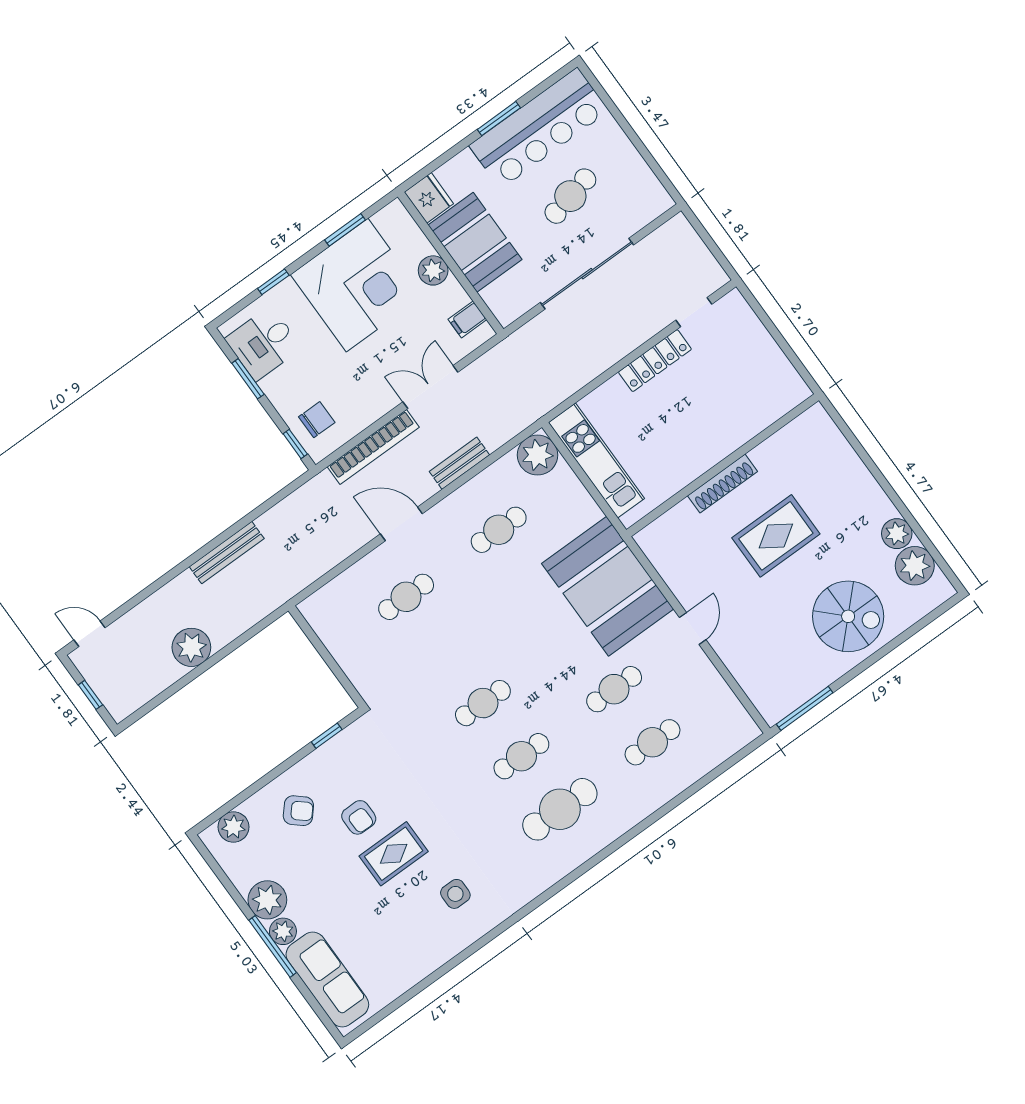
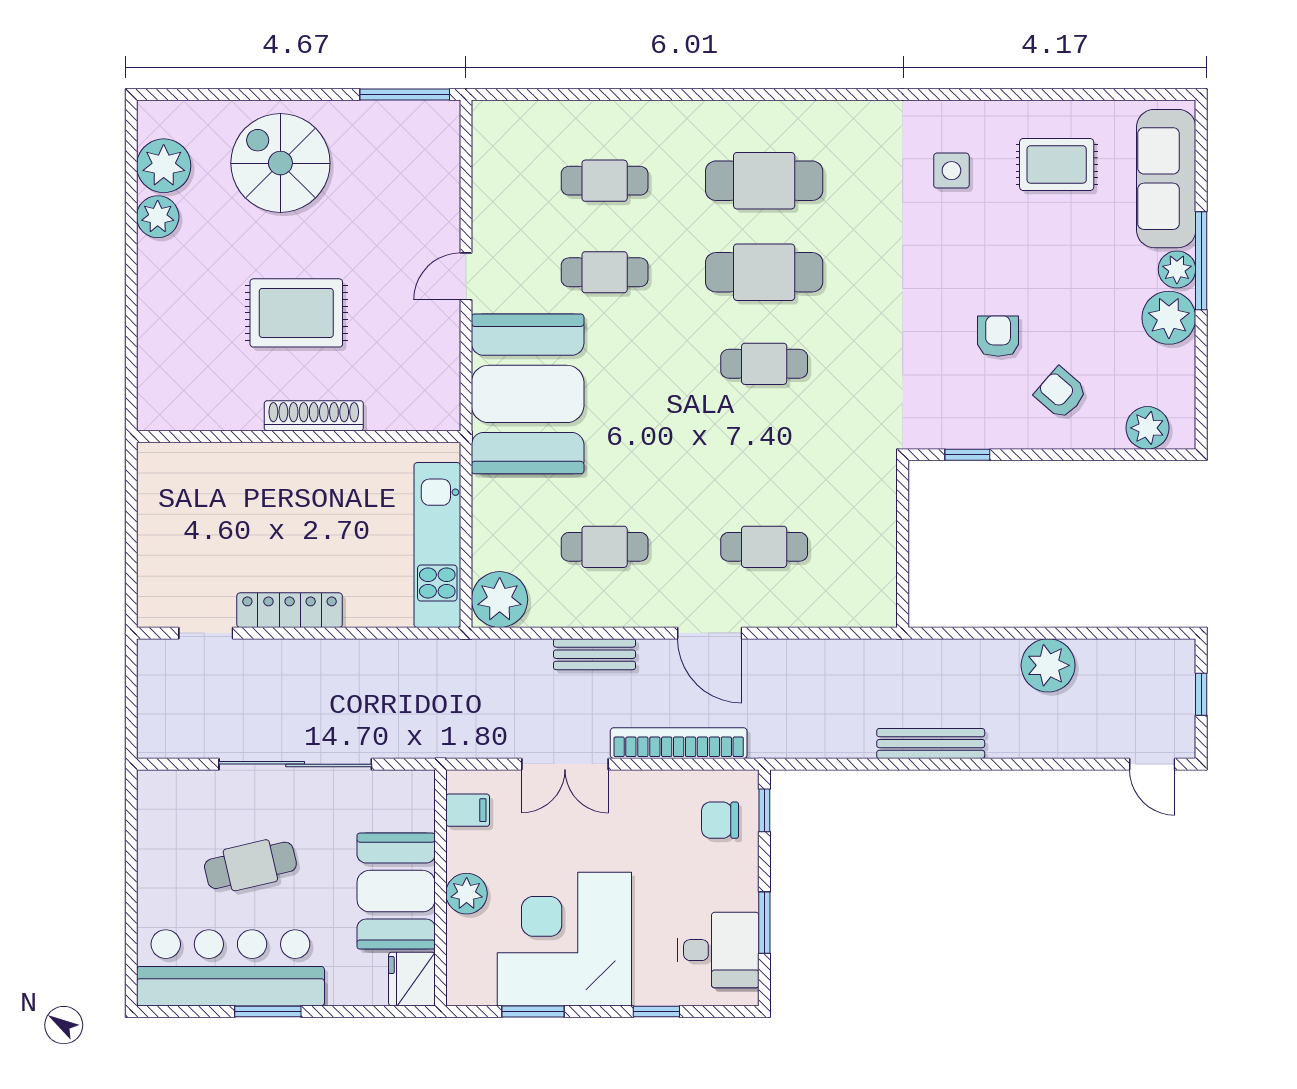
cafe table: (521, 756) -> (764, 272), width x1.37, depth x1.35
rug: (394, 854) -> (1057, 164), moved

